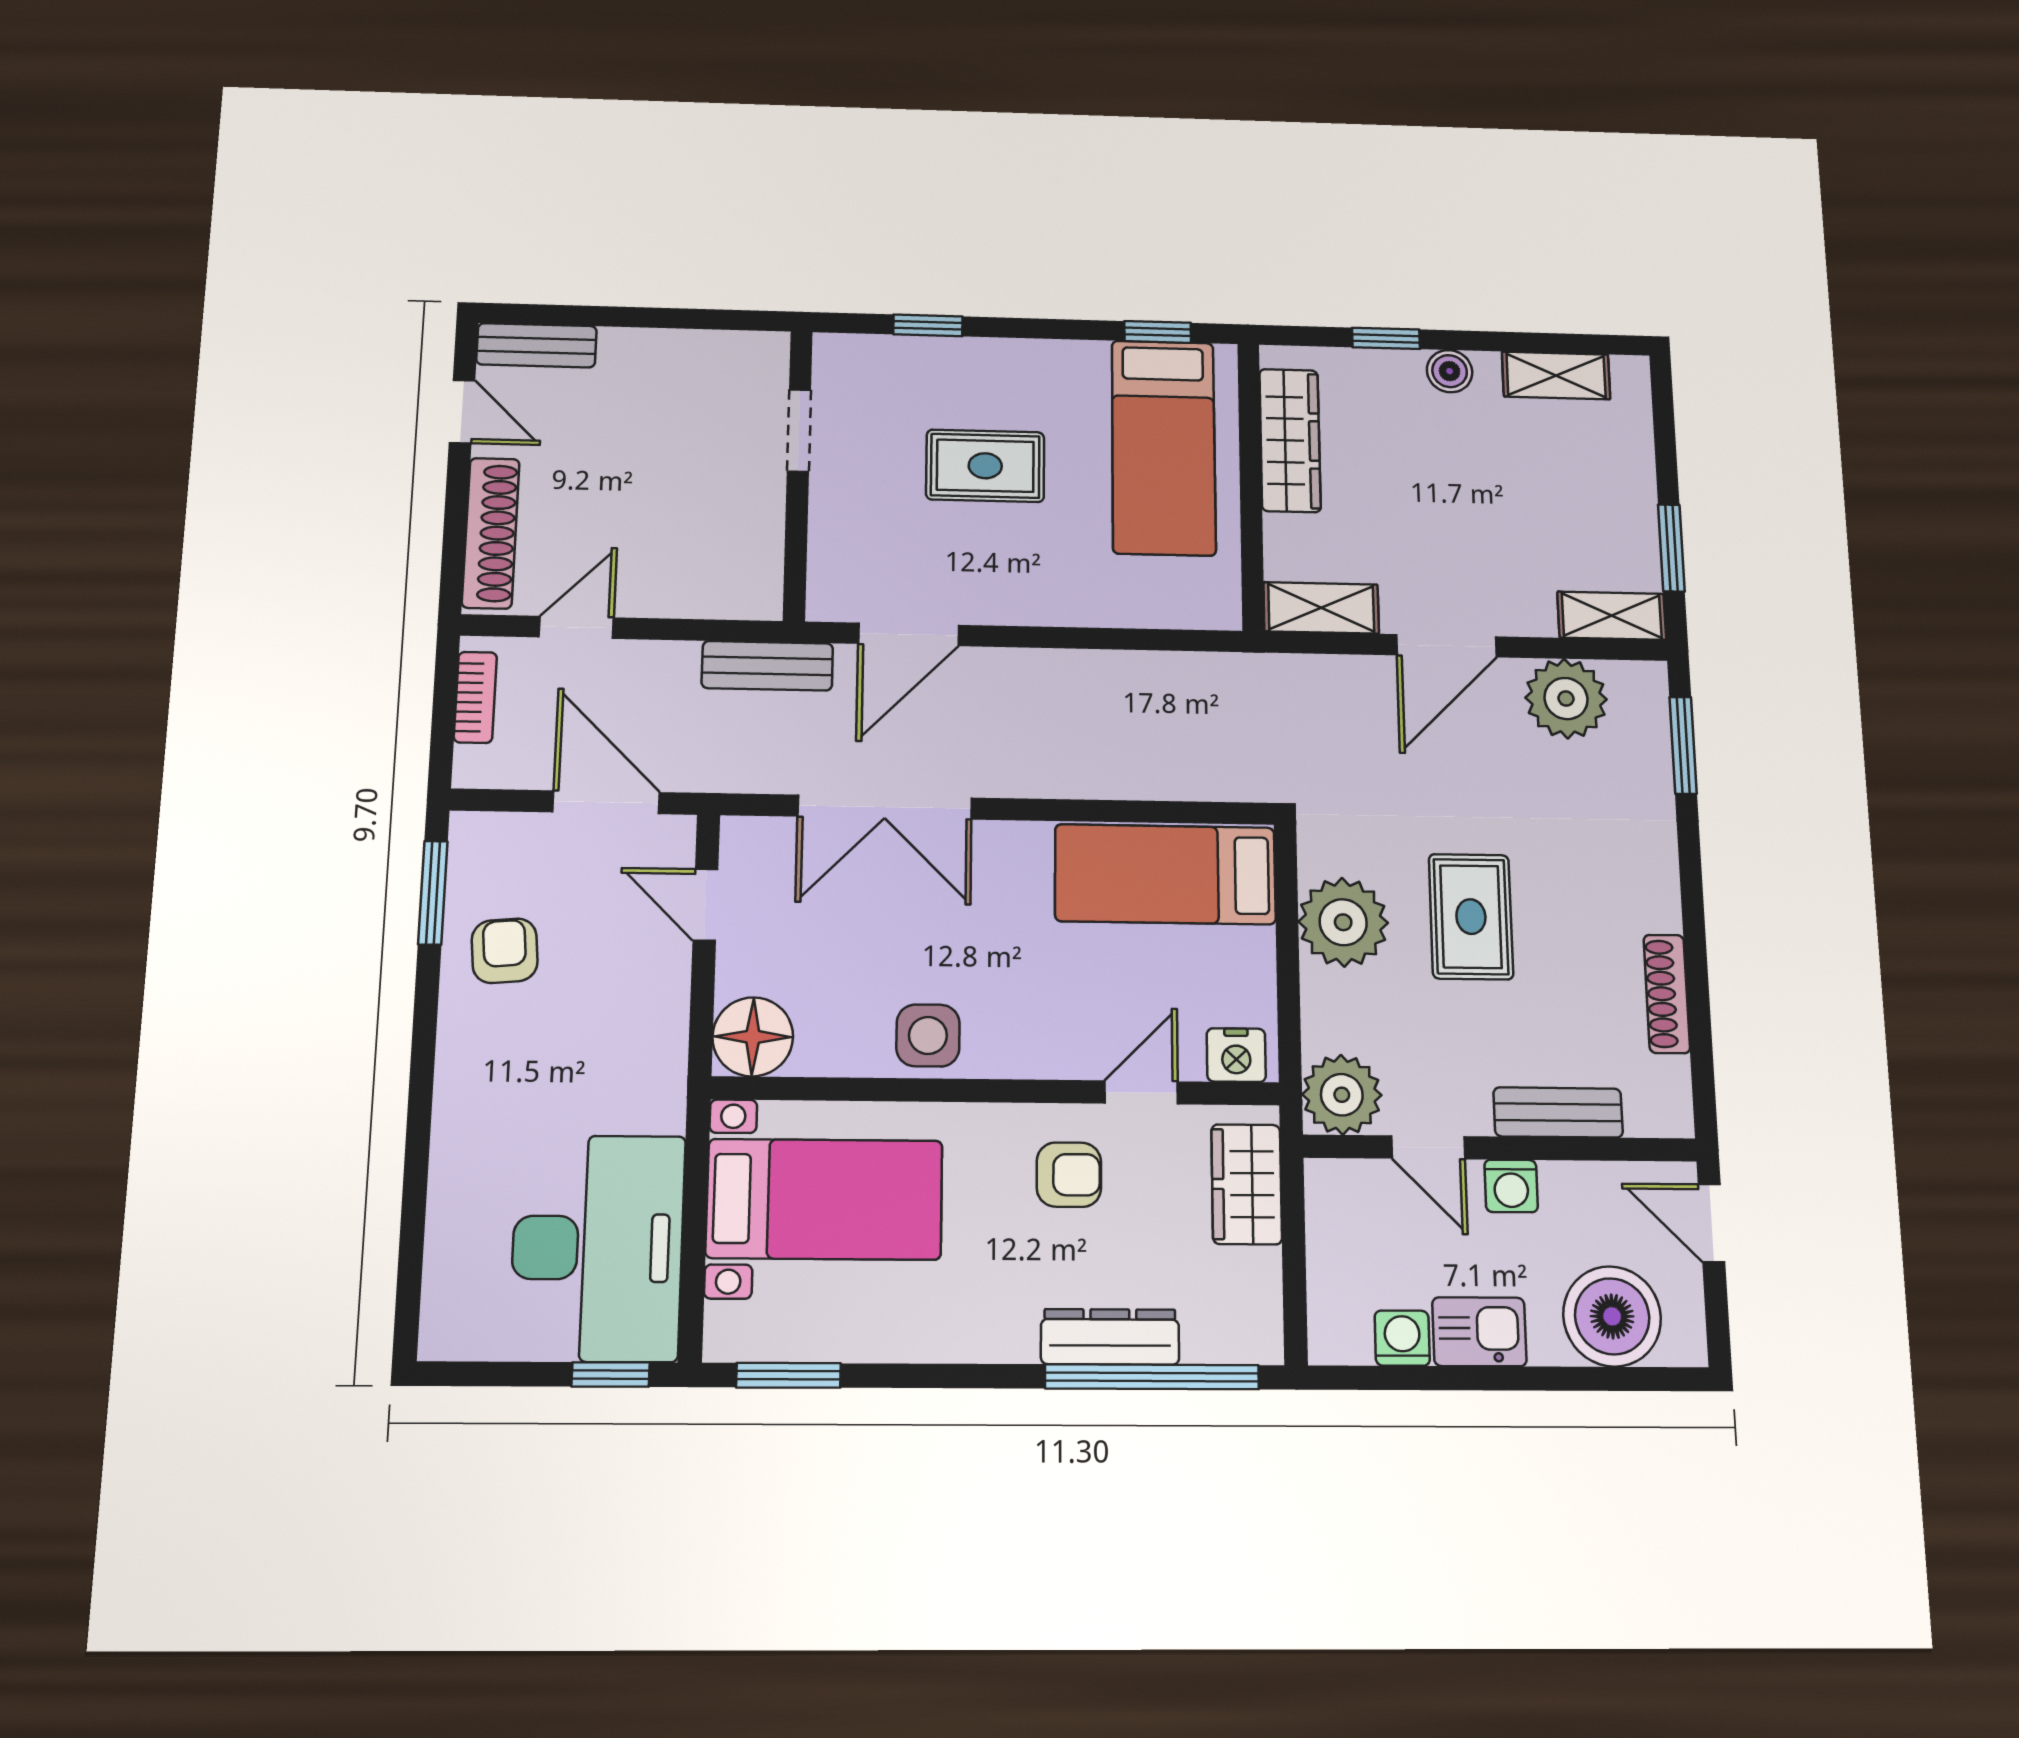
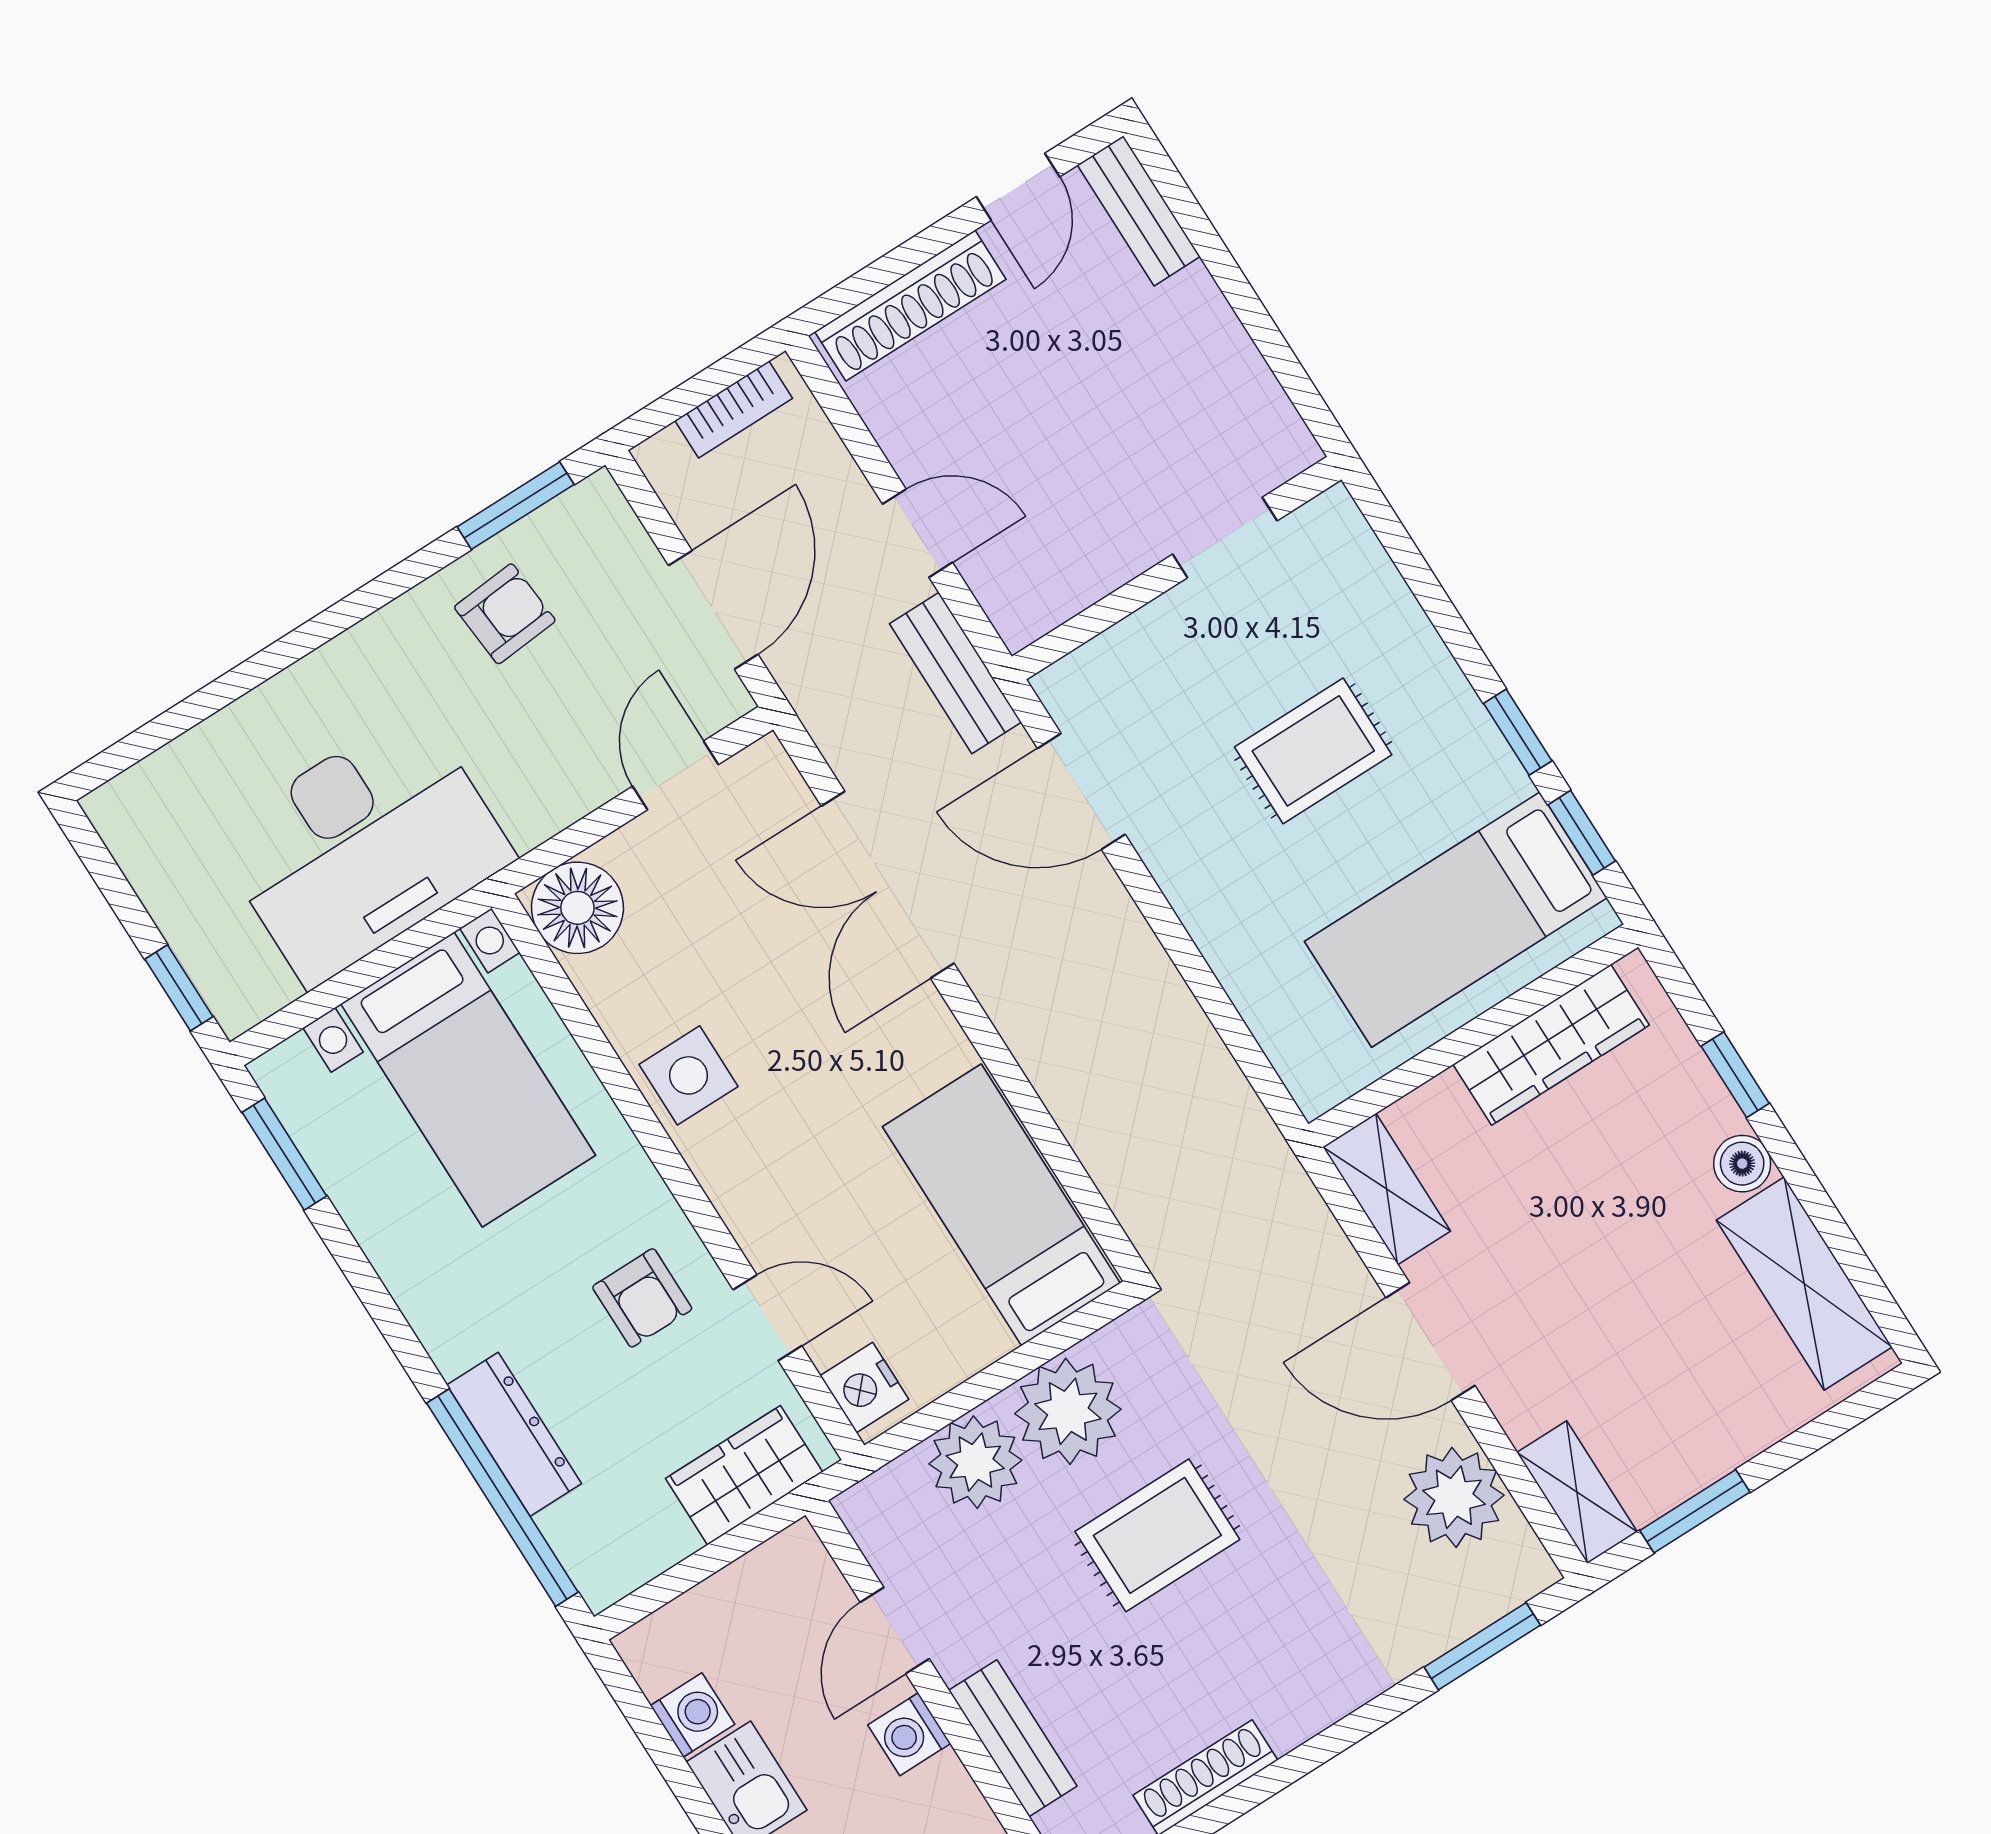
window: (928, 325) -> (1518, 732), moved
shelving: (1556, 375) -> (1804, 1284), width x1.50, depth x1.33
rug: (985, 466) -> (1313, 751), turned 90
door: (576, 627) -> (917, 533), moved
plant: (1342, 1095) -> (975, 1462), moved
desk: (597, 1248) -> (363, 847), moved

